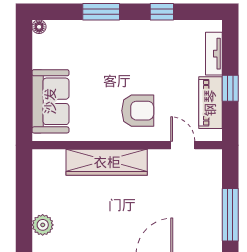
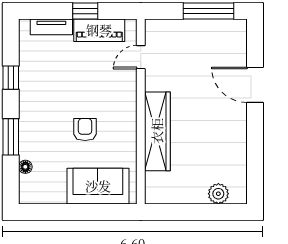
floor lamp: (39, 27) -> (25, 167), moved
armchair: (138, 111) -> (85, 130), moved, width x0.72, depth x0.72

